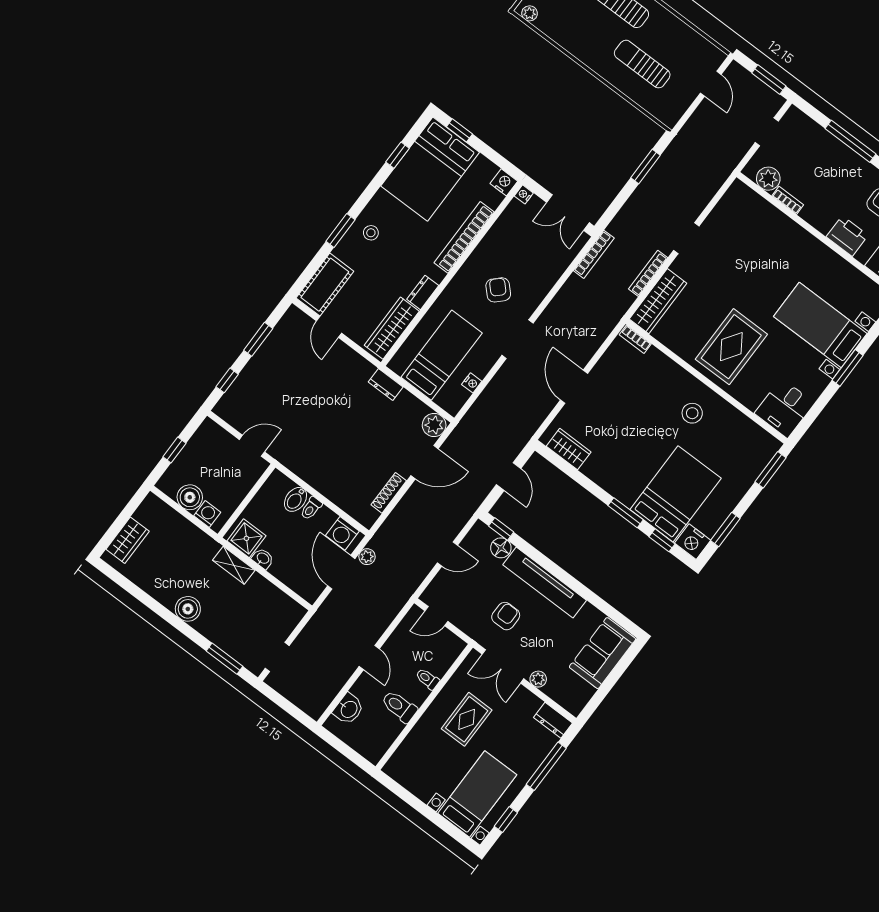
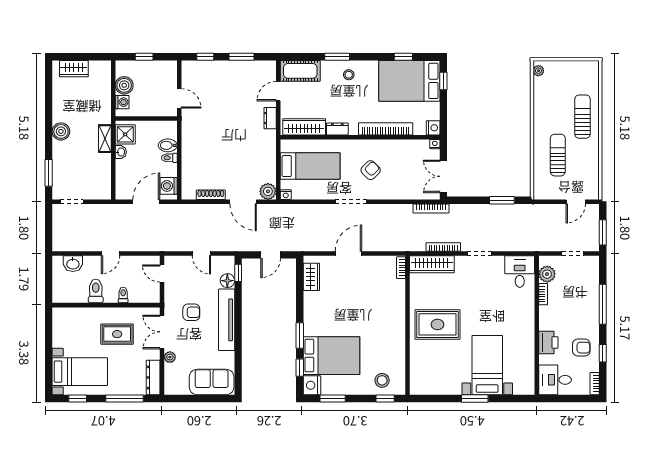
nightstand: (472, 383) -> (286, 195), moved
dresser: (386, 384) -> (270, 118), moved
desk: (784, 408) -> (520, 271), moved, turned 90
stool: (692, 413) -> (382, 380), moved
window: (770, 470) -> (385, 398), width x0.67
plant: (367, 557) -> (166, 210), removed
dresser: (553, 720) -> (153, 378), width x1.44

